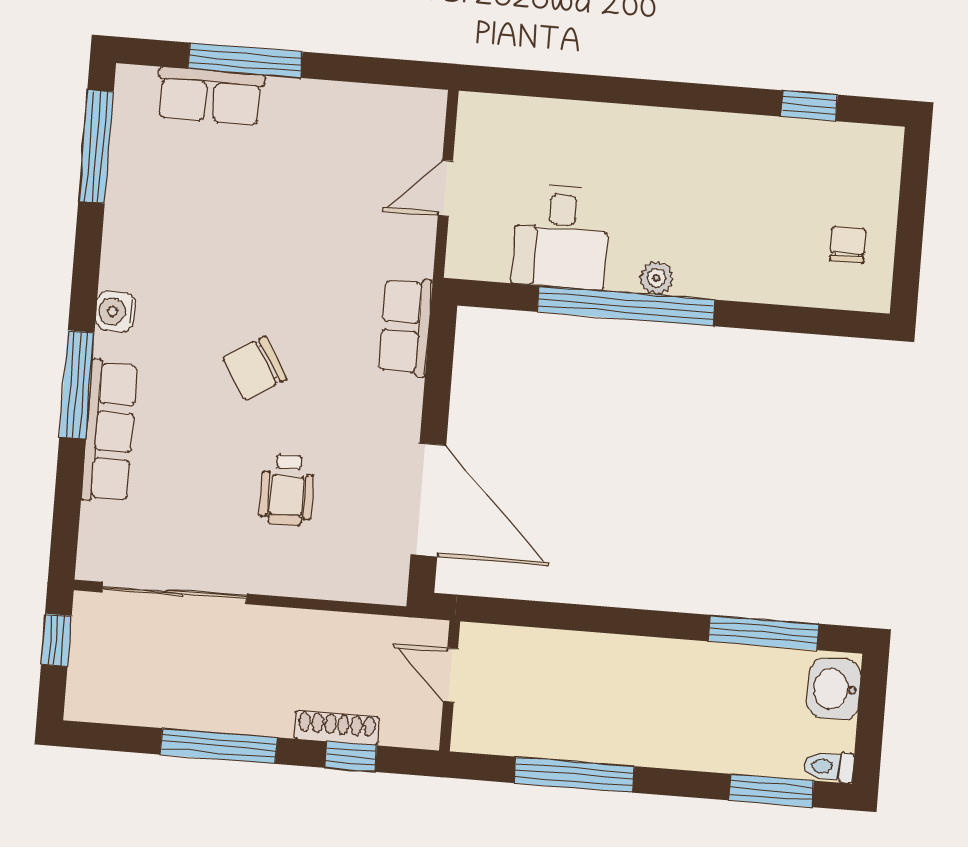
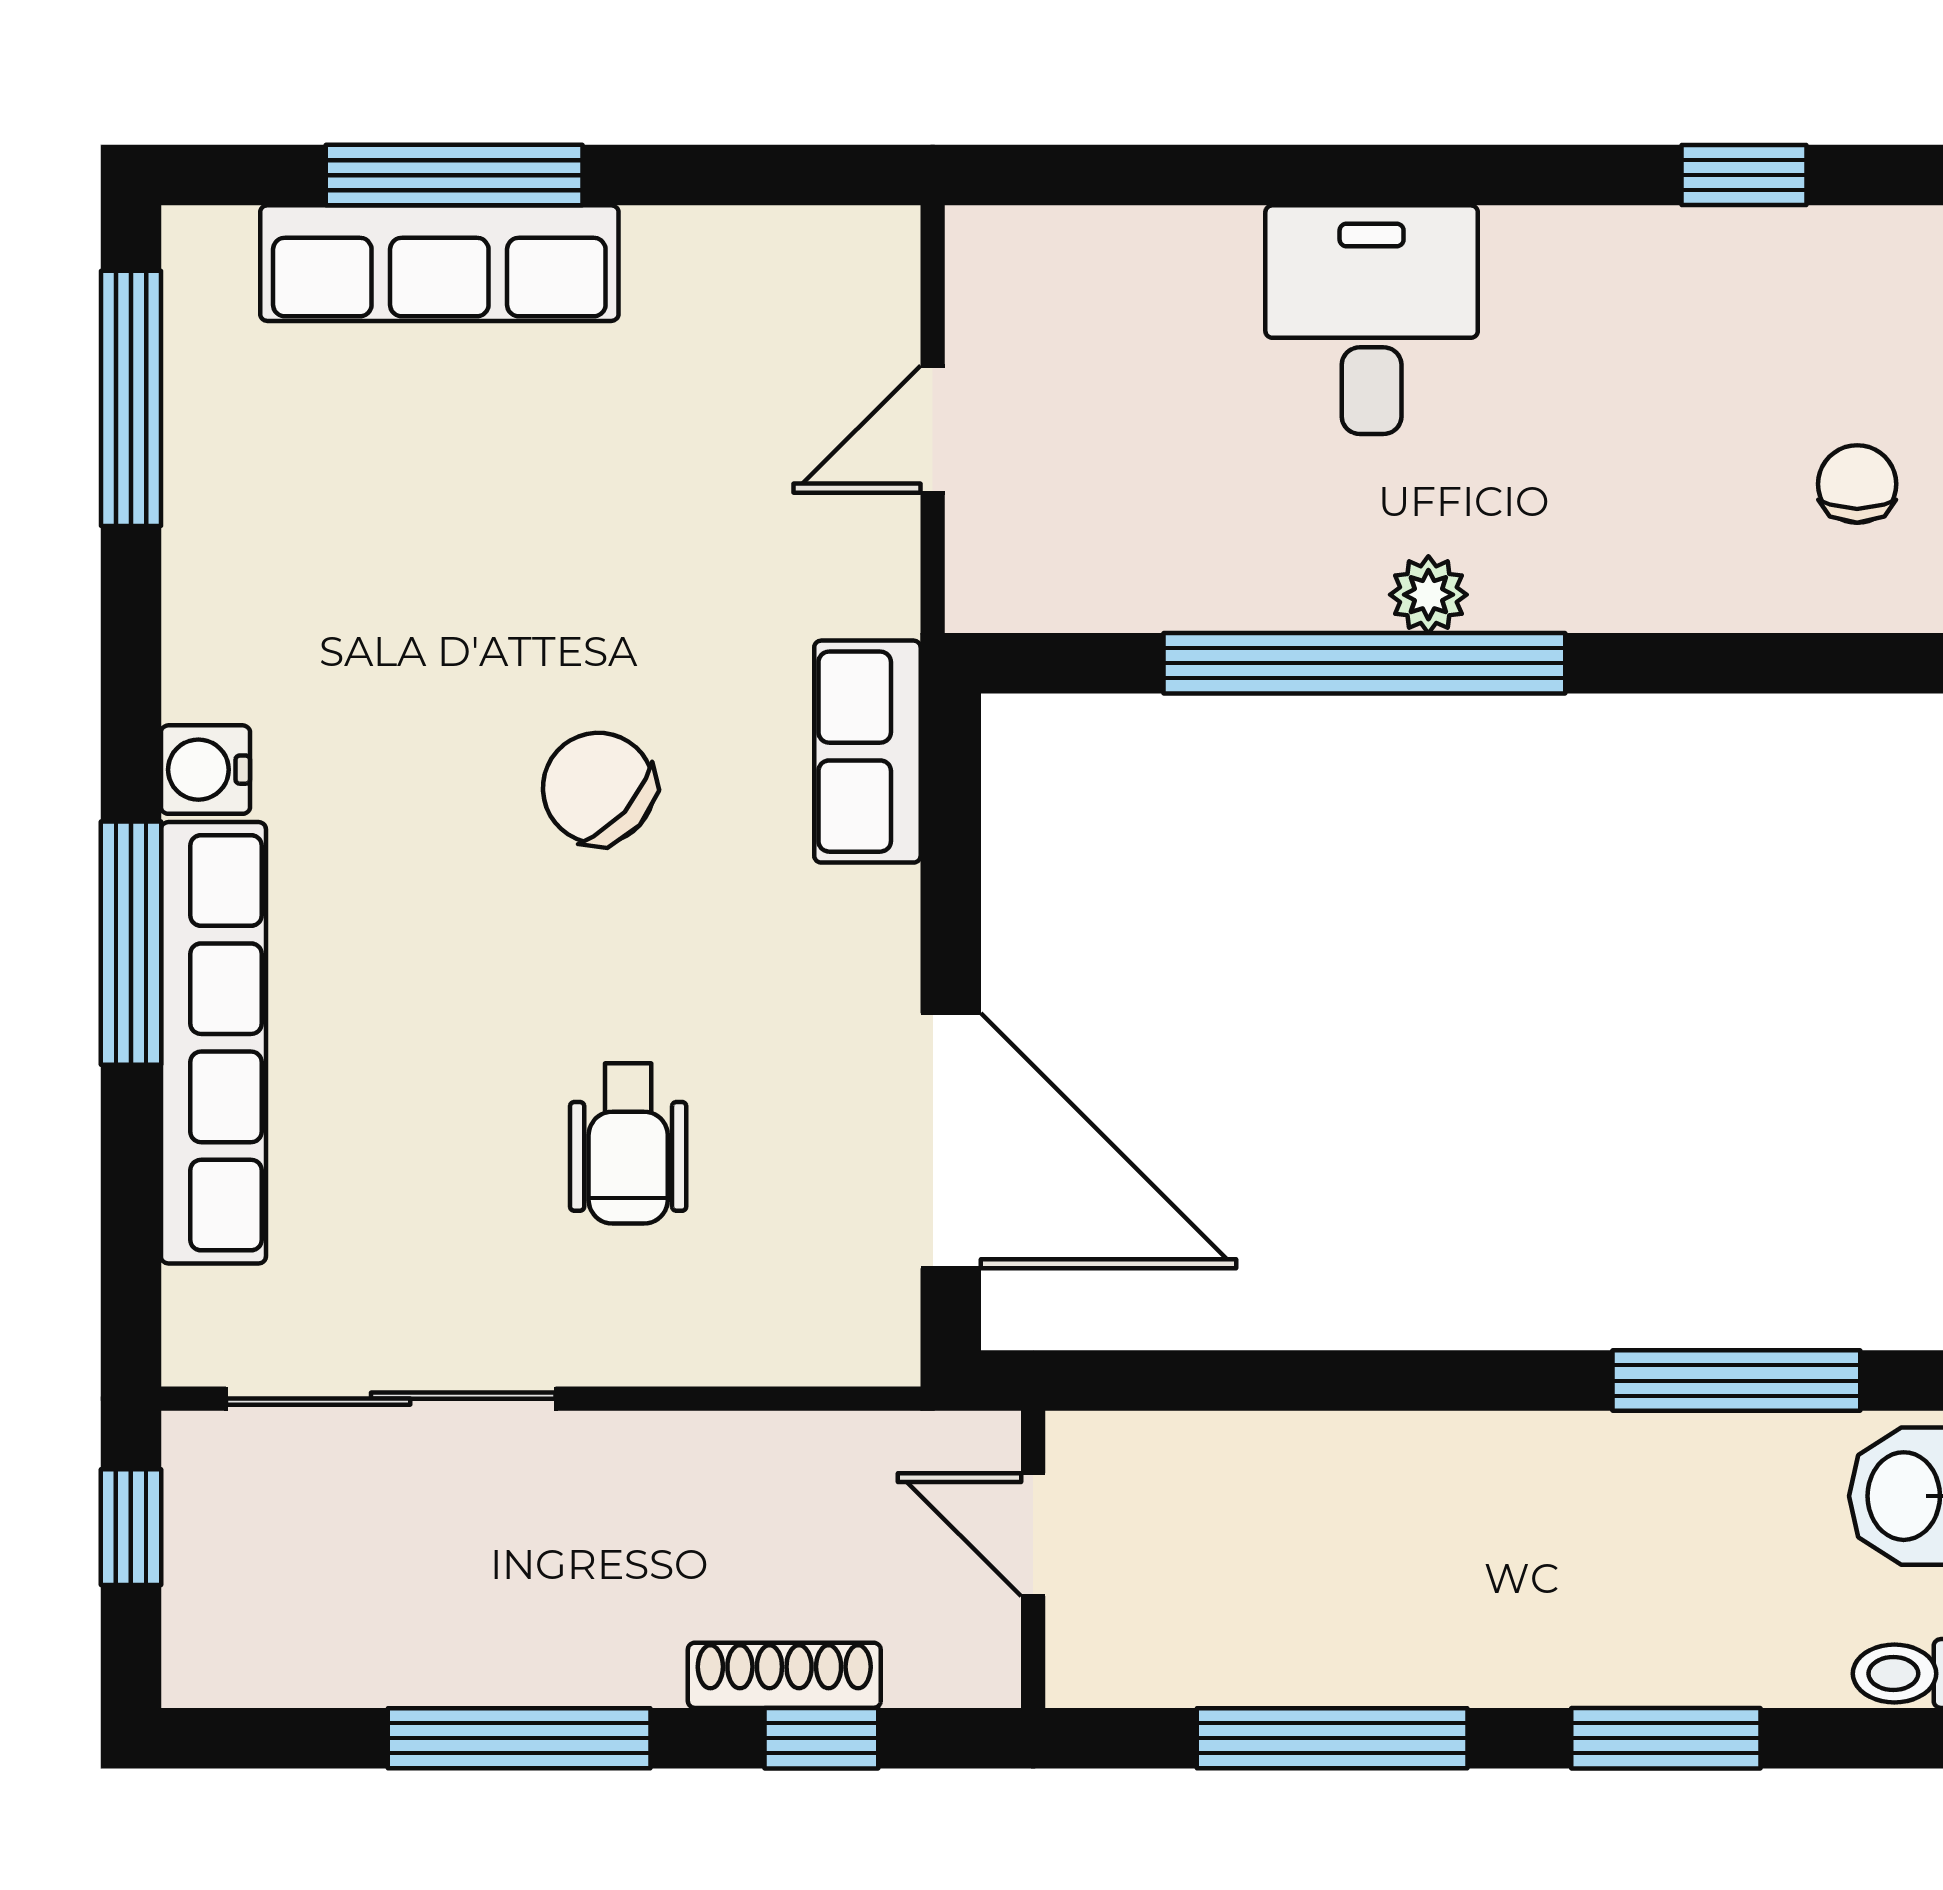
row of seats: (210, 96) -> (439, 263), width x1.48
desk: (561, 237) -> (1372, 320), moved, turned 180
chair: (255, 368) -> (598, 788), moved, turned 73
row of seats: (109, 431) -> (213, 1043), width x1.36
window: (771, 791) -> (1666, 1738), moved

